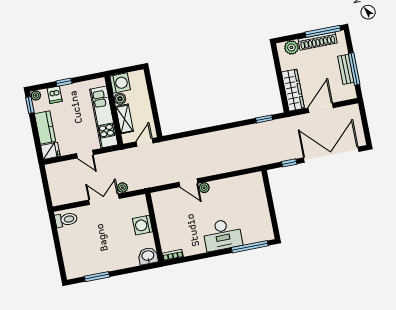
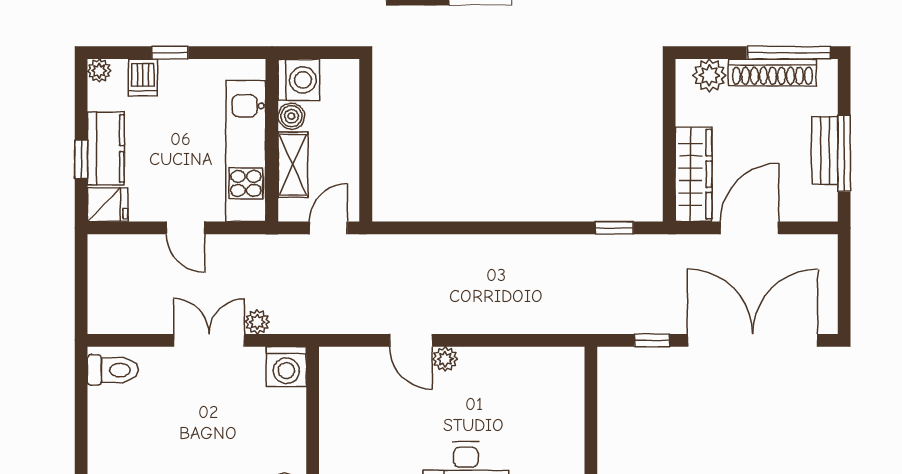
window: (30, 105) -> (81, 159), moved
washing machine: (143, 225) -> (286, 367), moved, turned -90

